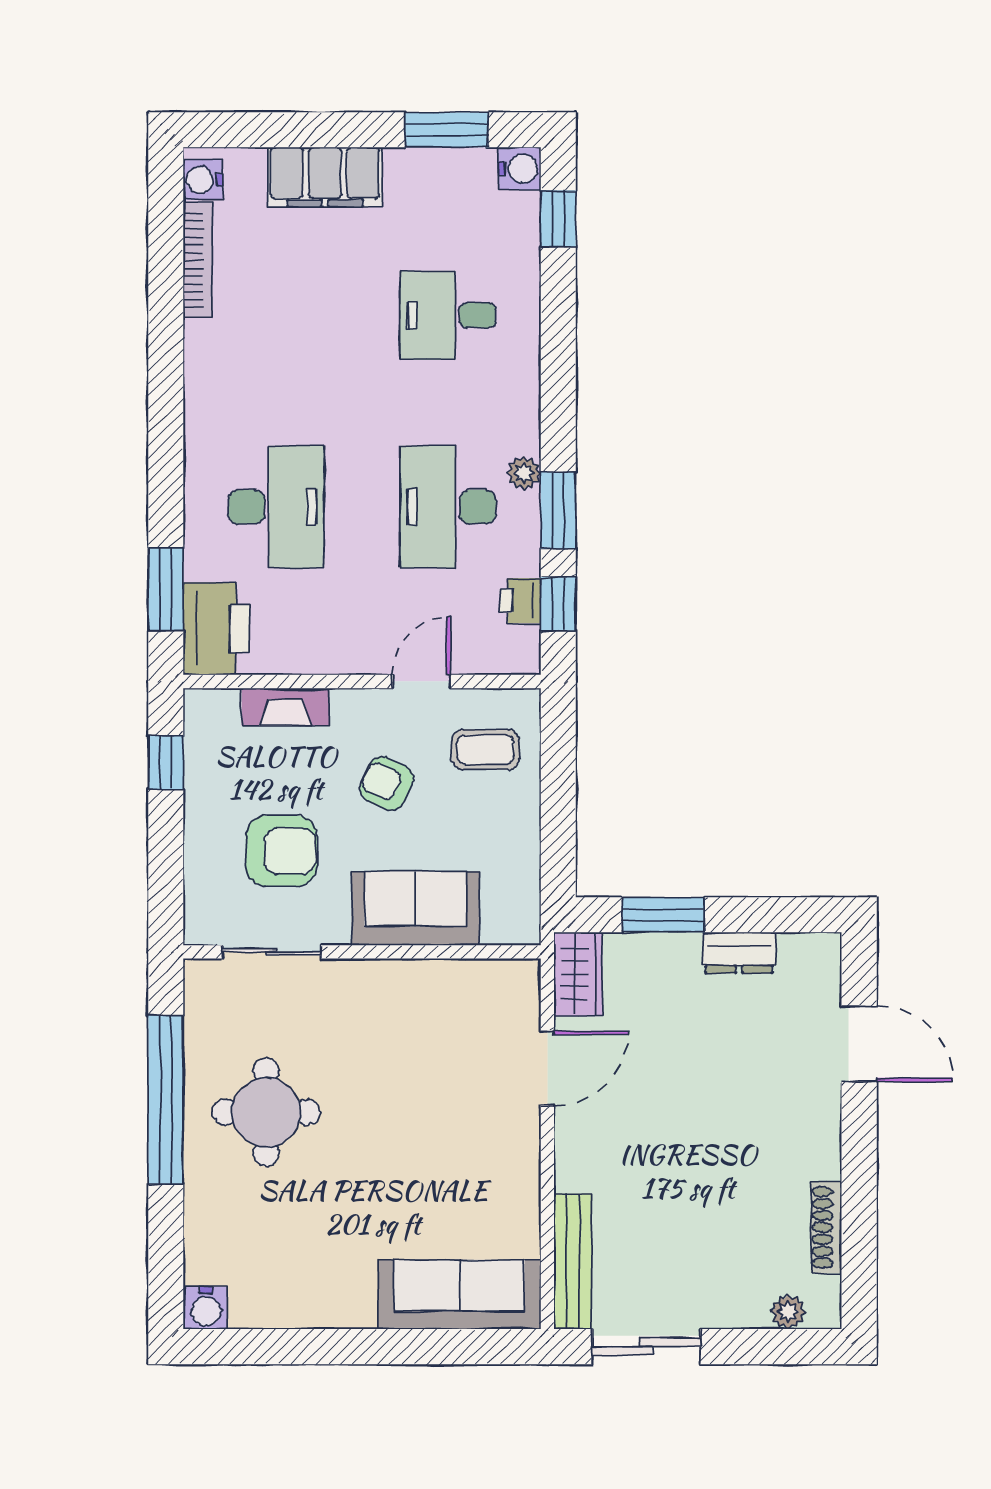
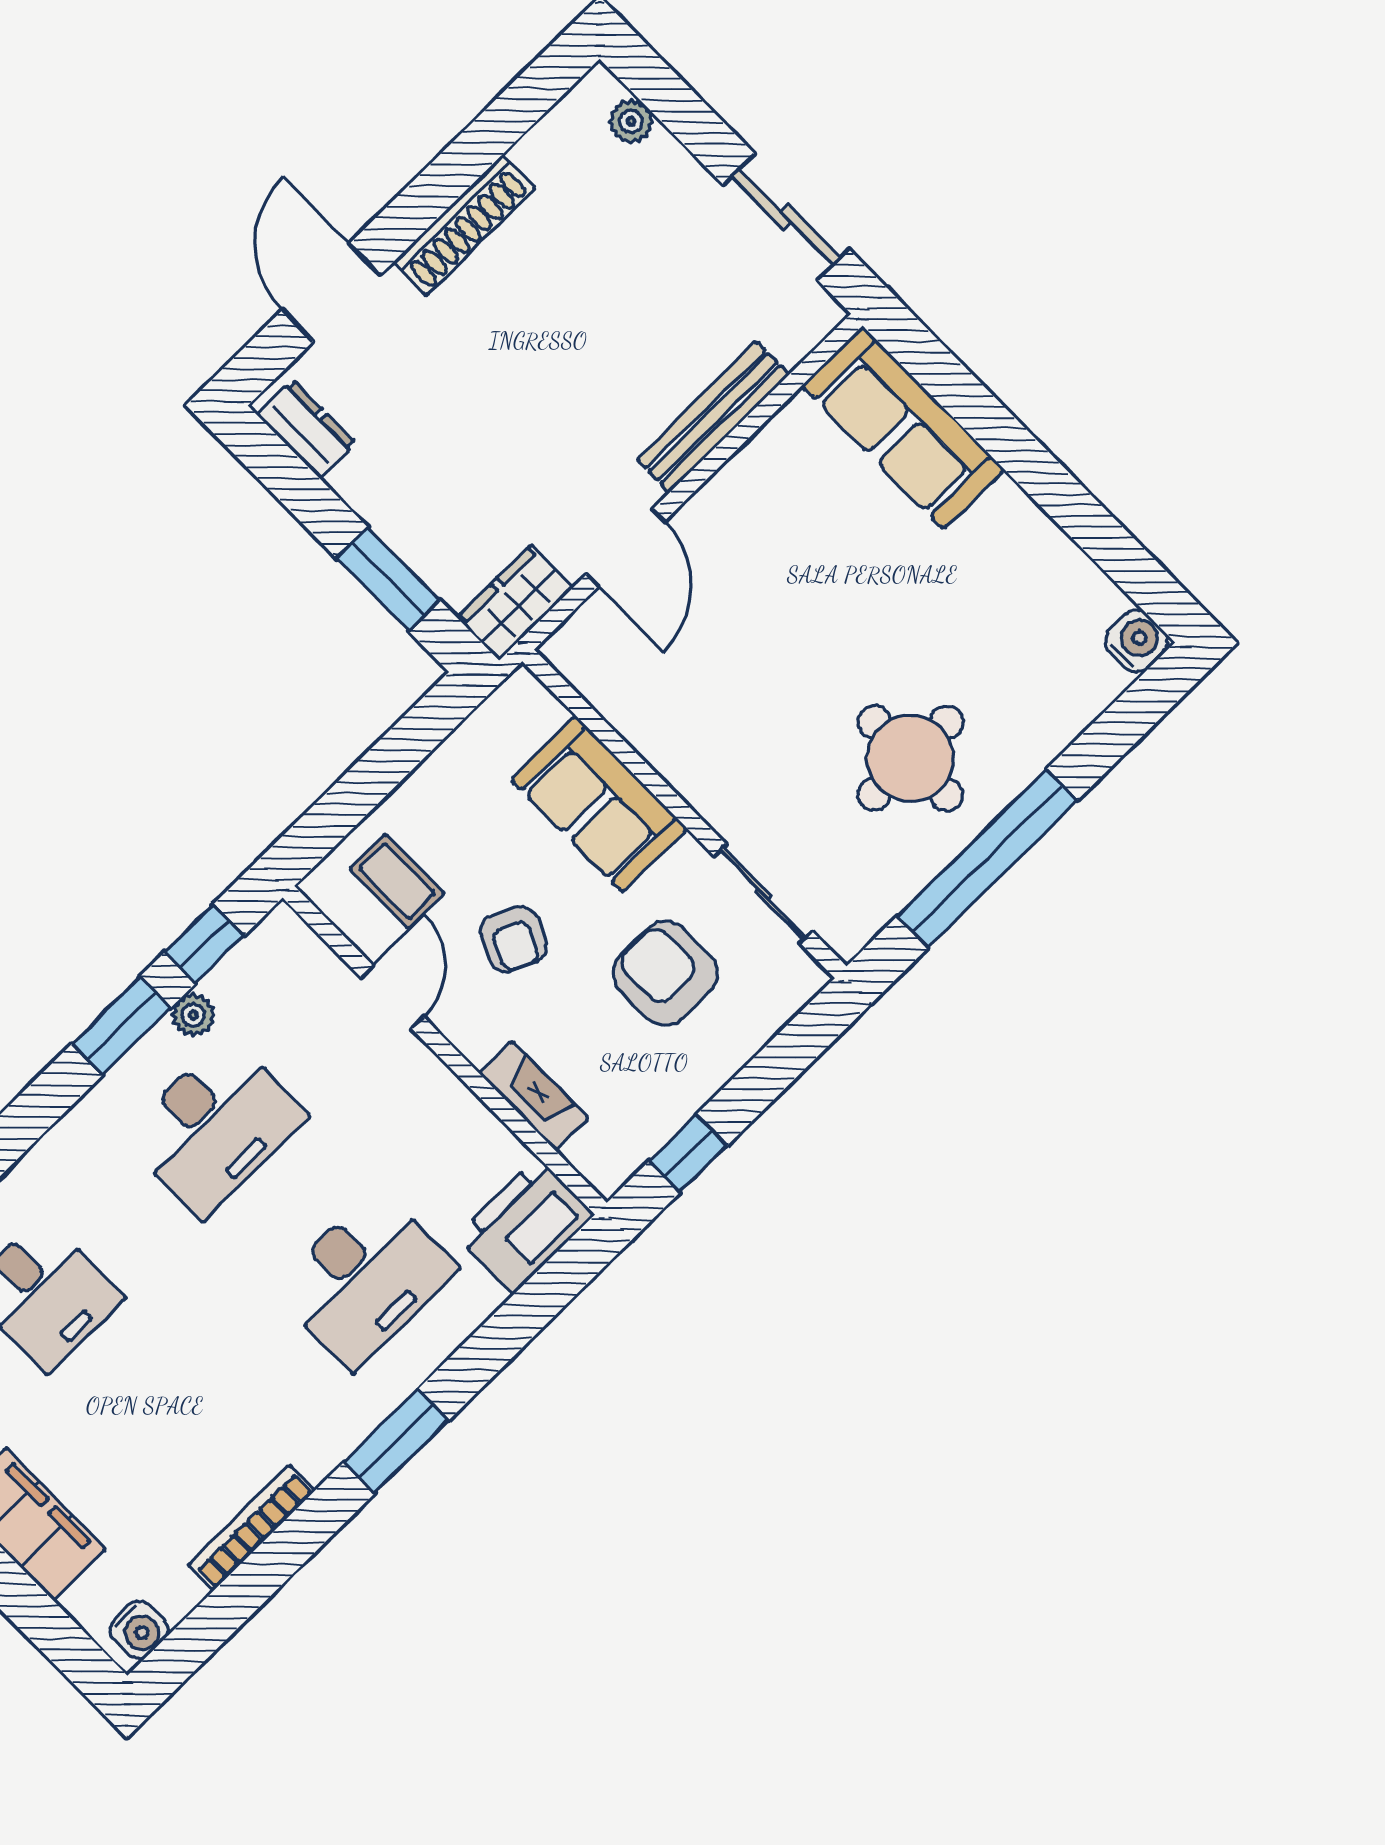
bookcase: (198, 260) -> (252, 1528), moved
plant: (524, 473) -> (193, 1015), moved
desk: (276, 507) -> (365, 1279), turned 180
window: (166, 589) -> (396, 1441), moved
printer: (520, 601) -> (235, 980), removed
door: (422, 681) -> (392, 997), swing flipped
dresser: (739, 953) -> (306, 429), moved
door: (547, 1068) -> (625, 548), swing flipped
shoe rack: (826, 1227) -> (464, 225), moved, width x1.36, depth x1.24
bench: (573, 1261) -> (713, 417), moved

